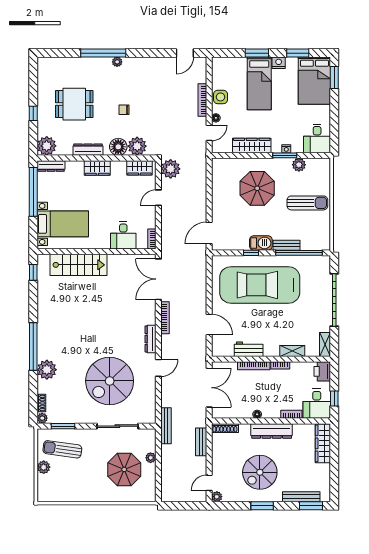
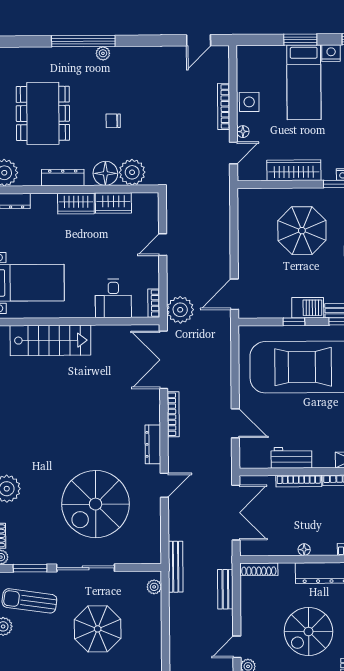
dining table: (74, 104) -> (43, 113), width x1.38
wardrobe: (139, 168) -> (113, 203), moved
plant: (171, 169) -> (180, 310), moved
sliding door: (117, 426) -> (86, 568), moved
plant: (151, 458) -> (154, 587), moved
parasol: (124, 469) -> (98, 629), moved

